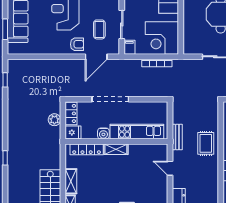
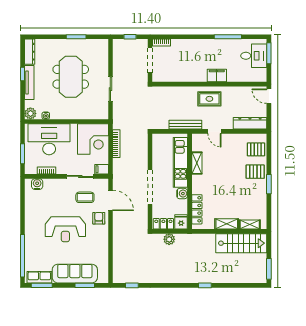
bench: (177, 137) -> (185, 125), width x1.36
rug: (206, 143) -> (209, 99), moved
shelving: (116, 149) -> (197, 163), moved
door: (170, 168) -> (214, 131), hinge flipped

